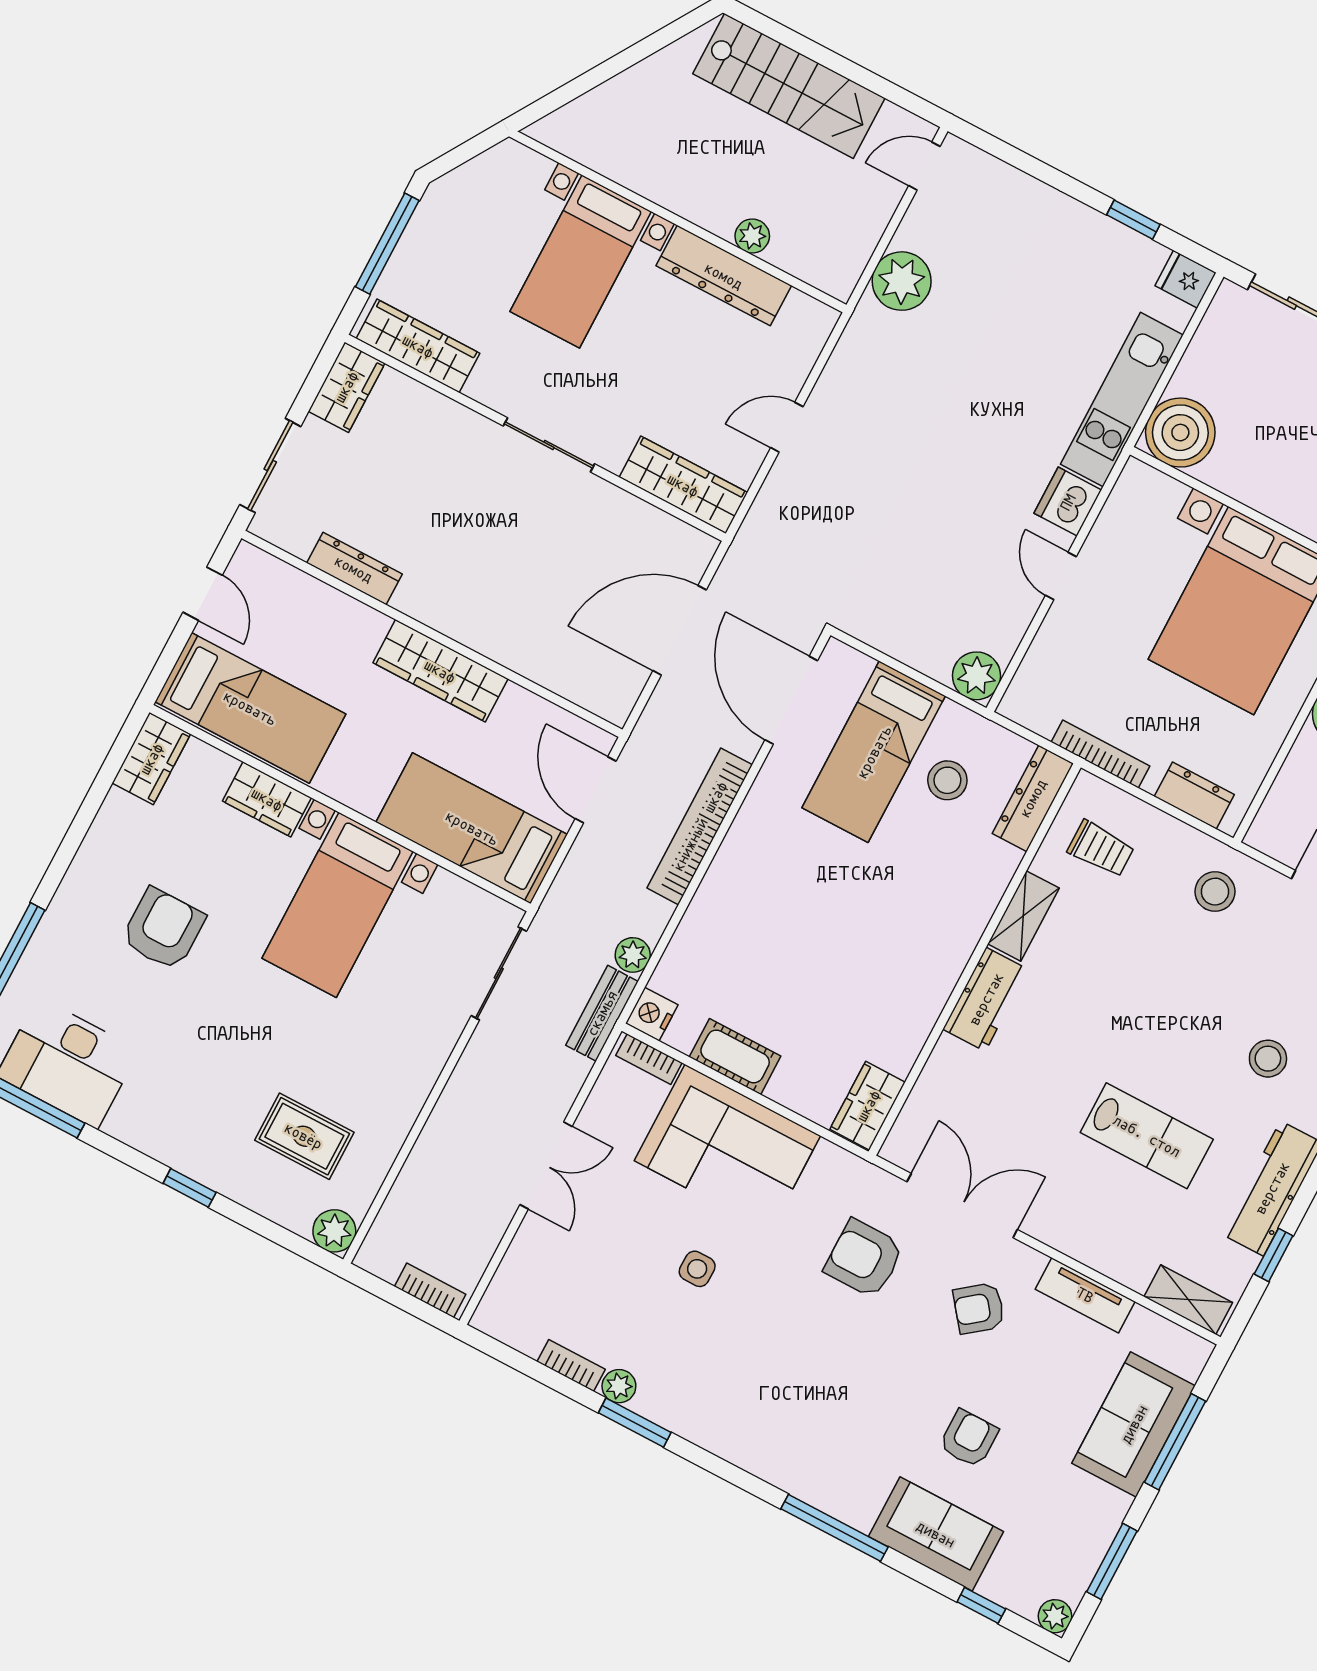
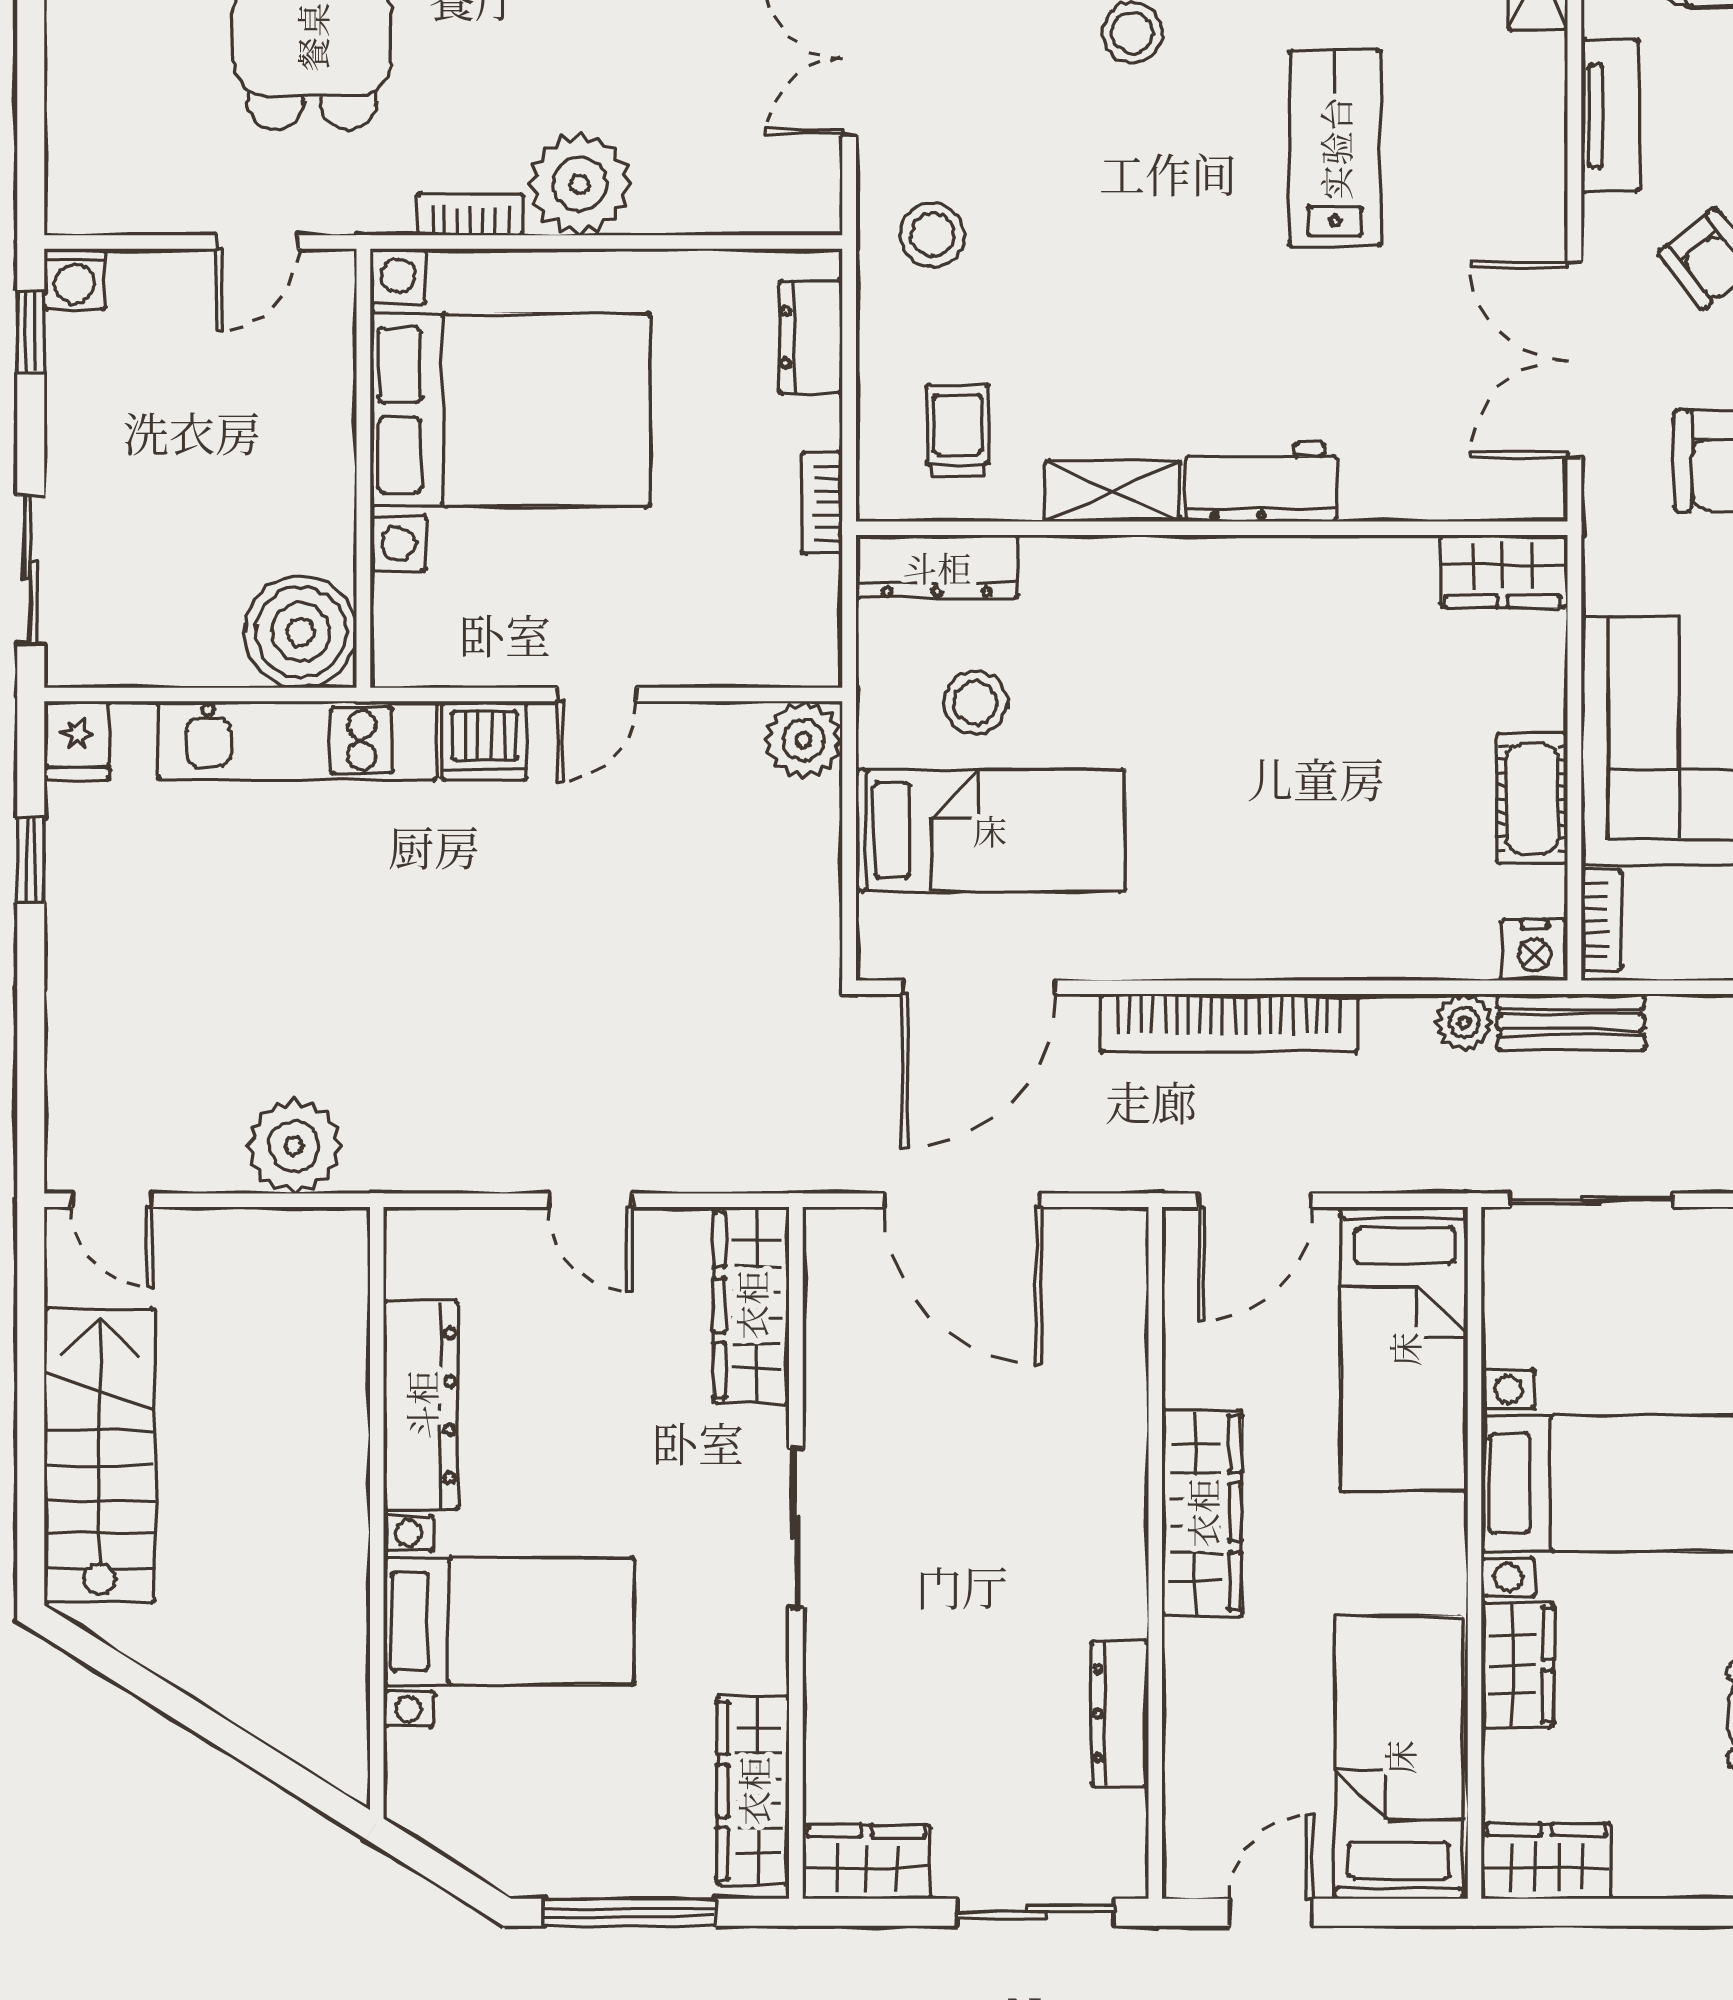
plant: (752, 236) -> (342, 1394), removed
bookcase: (1100, 754) -> (822, 503), width x0.64

